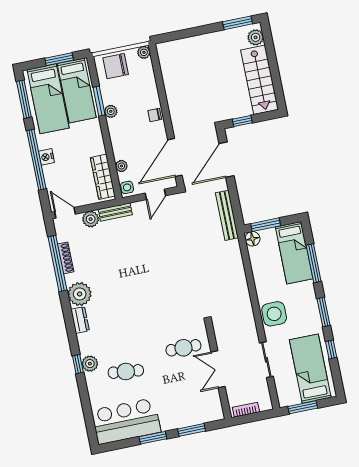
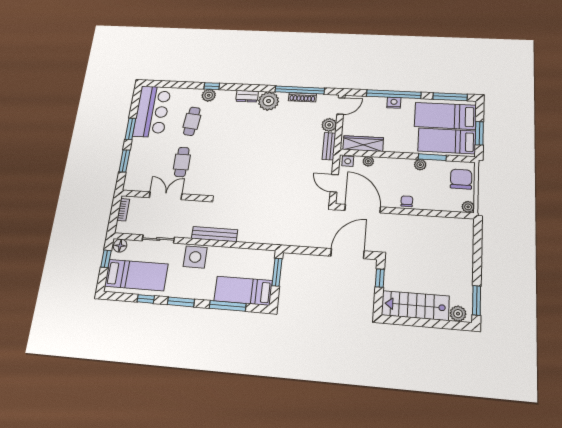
door: (226, 160) -> (347, 254), hinge flipped
bench: (227, 215) -> (215, 234), moved
floor lamp: (252, 239) -> (120, 246), moved
cafe table: (183, 348) -> (182, 162), moved
window: (303, 407) -> (106, 259), width x0.67

